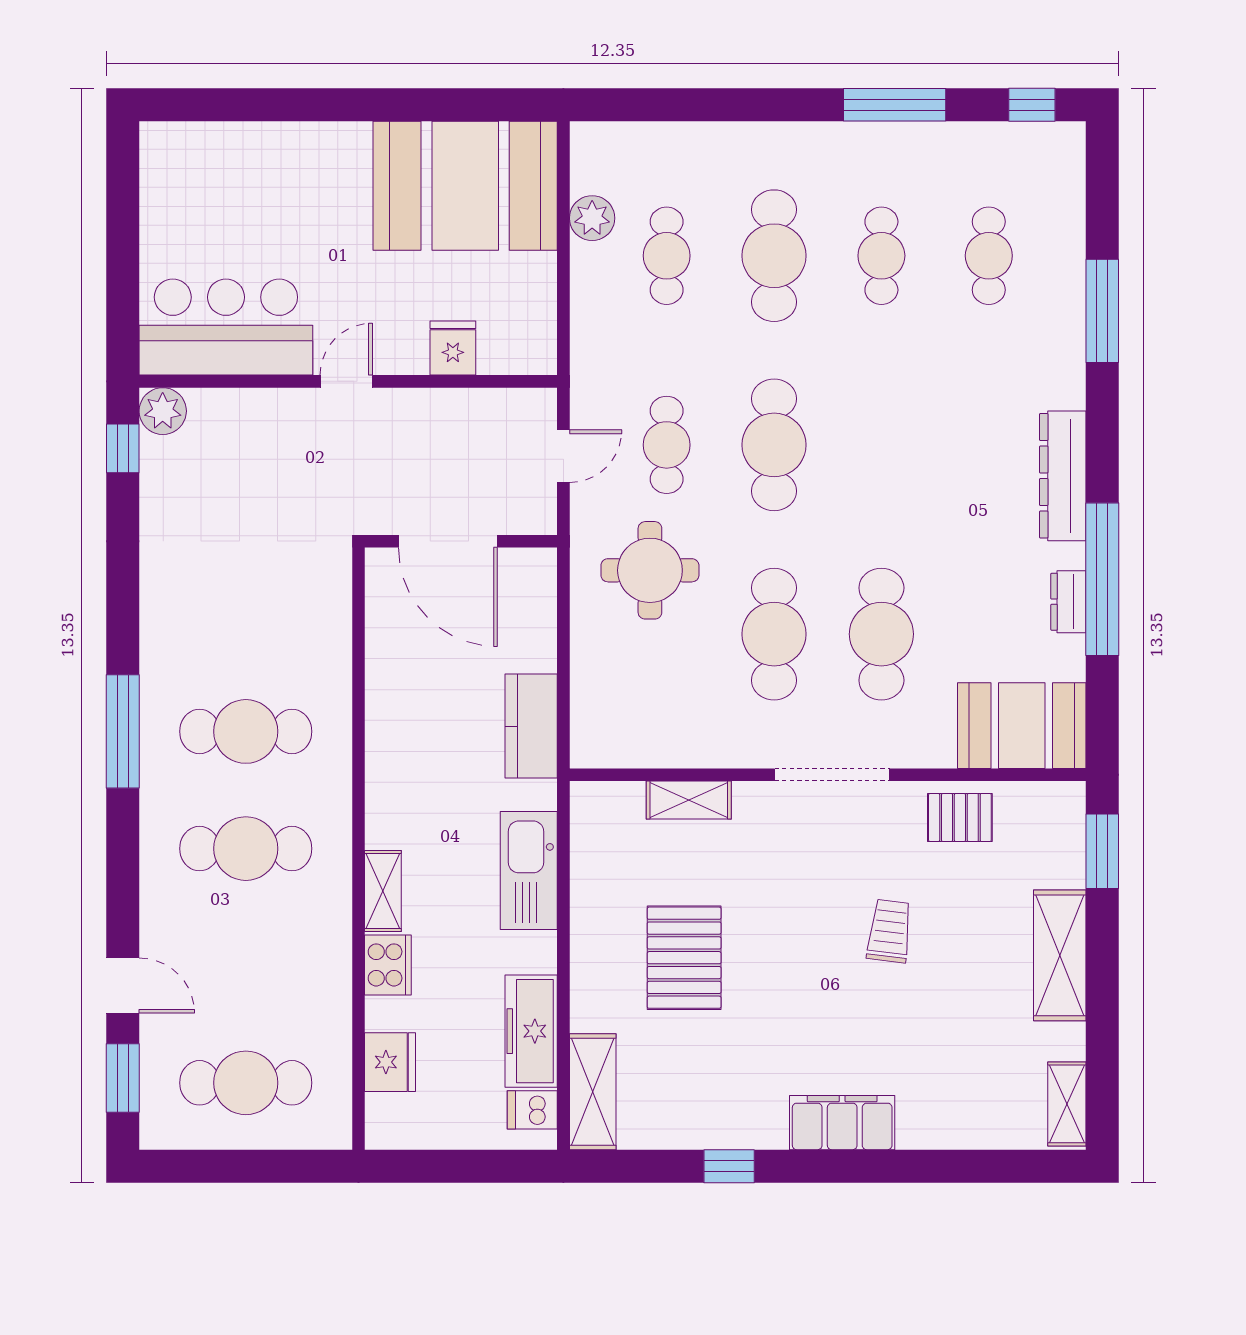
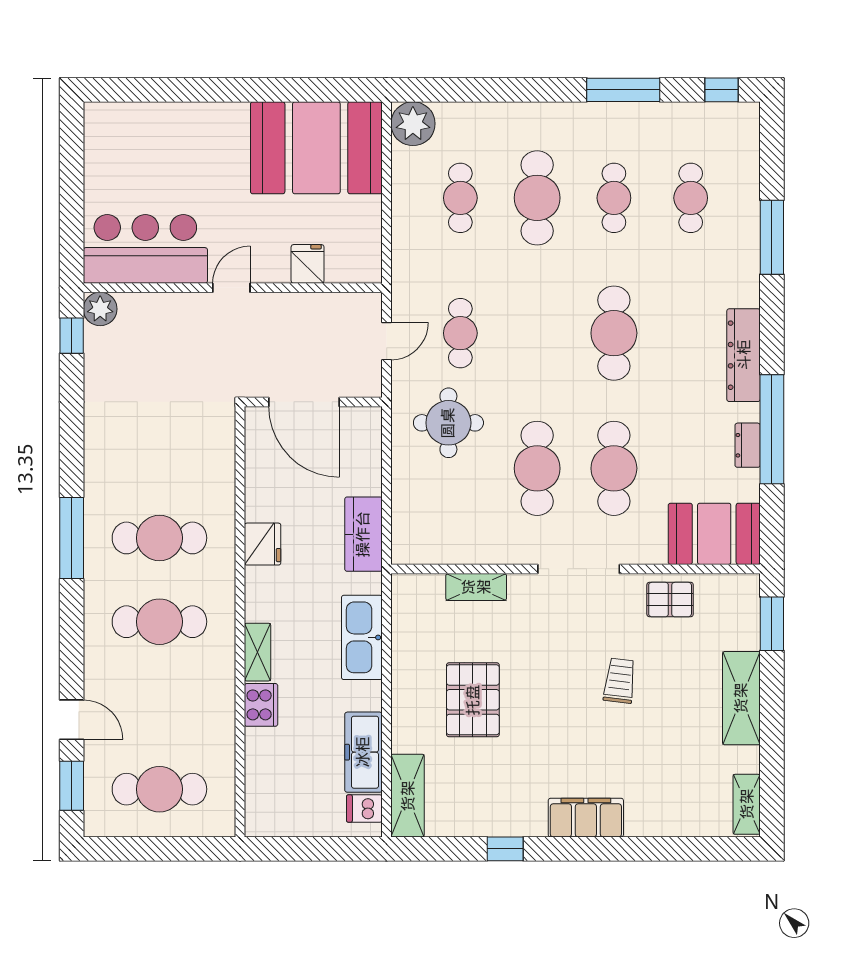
plant: (592, 218) -> (413, 124), moved, width x1.36, depth x1.36
cafe table: (774, 445) -> (614, 333), moved
fridge: (390, 1062) -> (263, 544), moved

